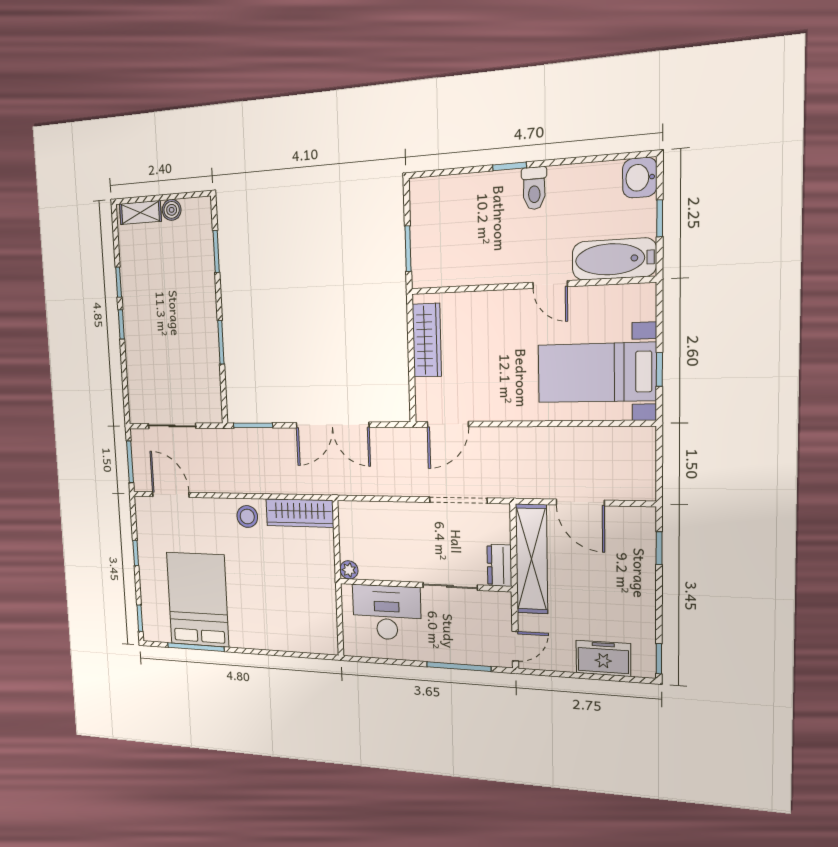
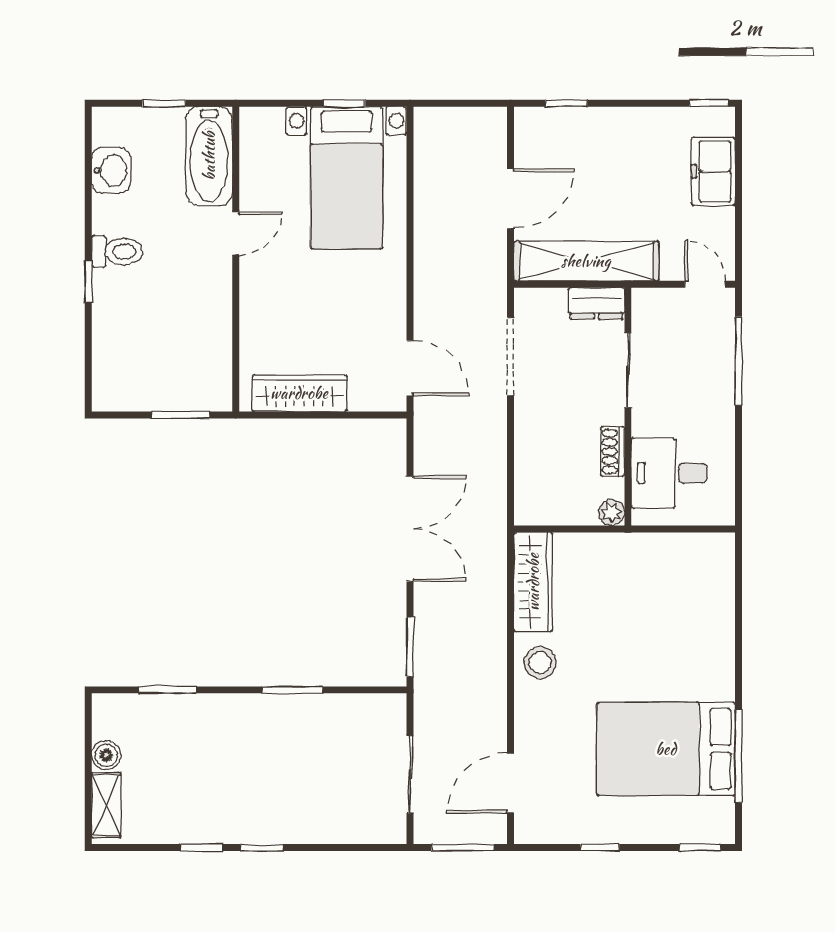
washbasin: (640, 178) -> (111, 170), moved, turned -90
shoe rack: (391, 573) -> (613, 451), added
desk: (387, 613) -> (669, 473), width x0.73

